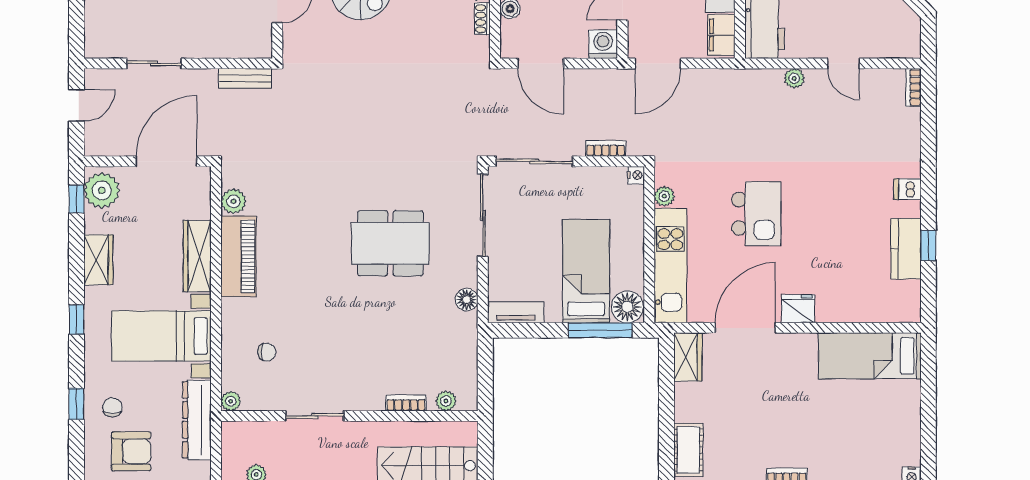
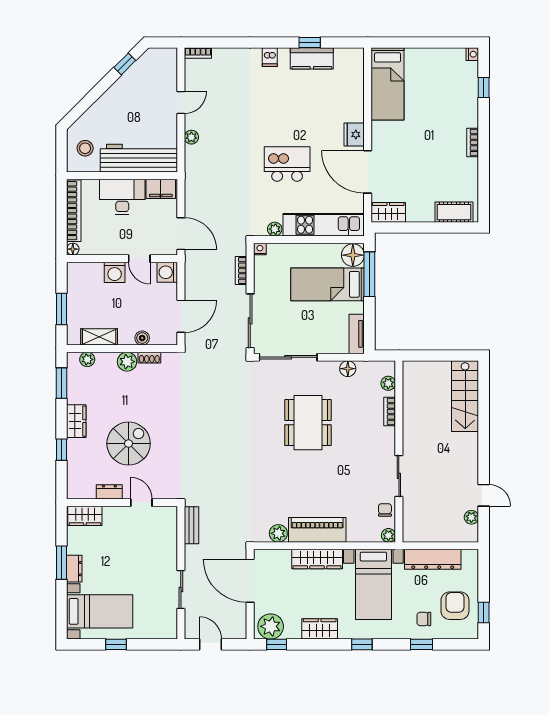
plant: (231, 401) -> (388, 535), moved
plant: (446, 401) -> (388, 383), moved
bookcase: (406, 403) -> (390, 411), moved
sliding door: (315, 416) -> (399, 476), moved
wall: (349, 416) -> (399, 452), moved

